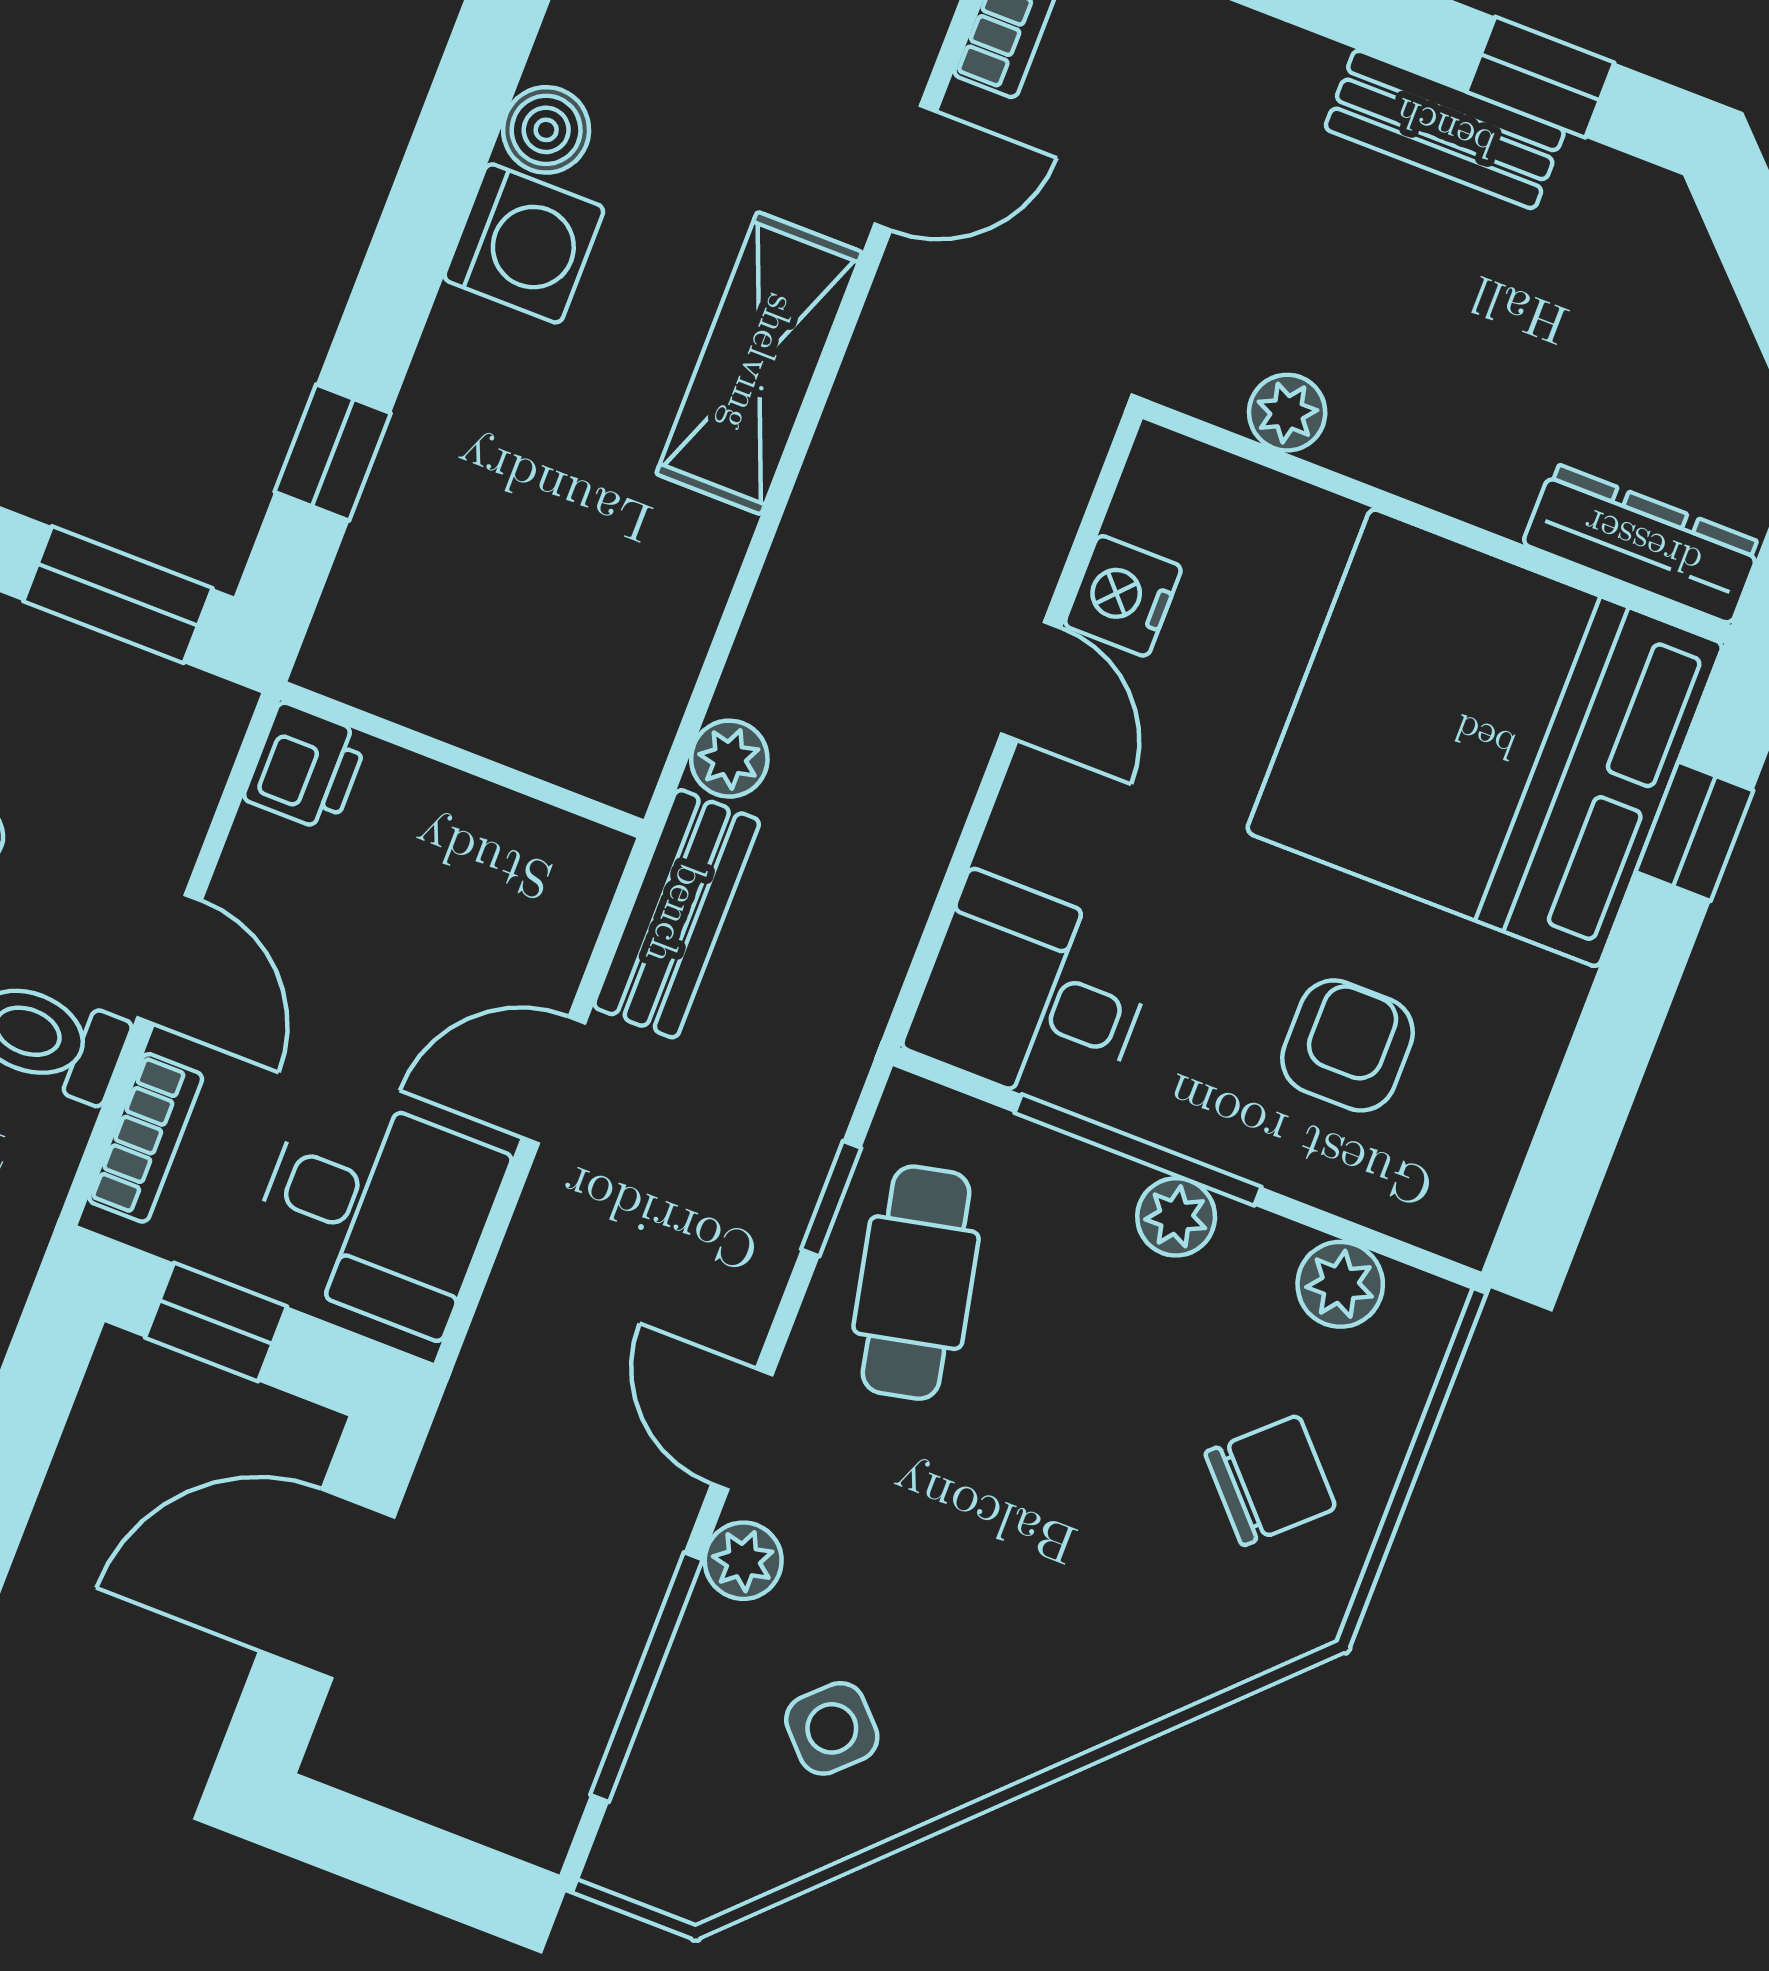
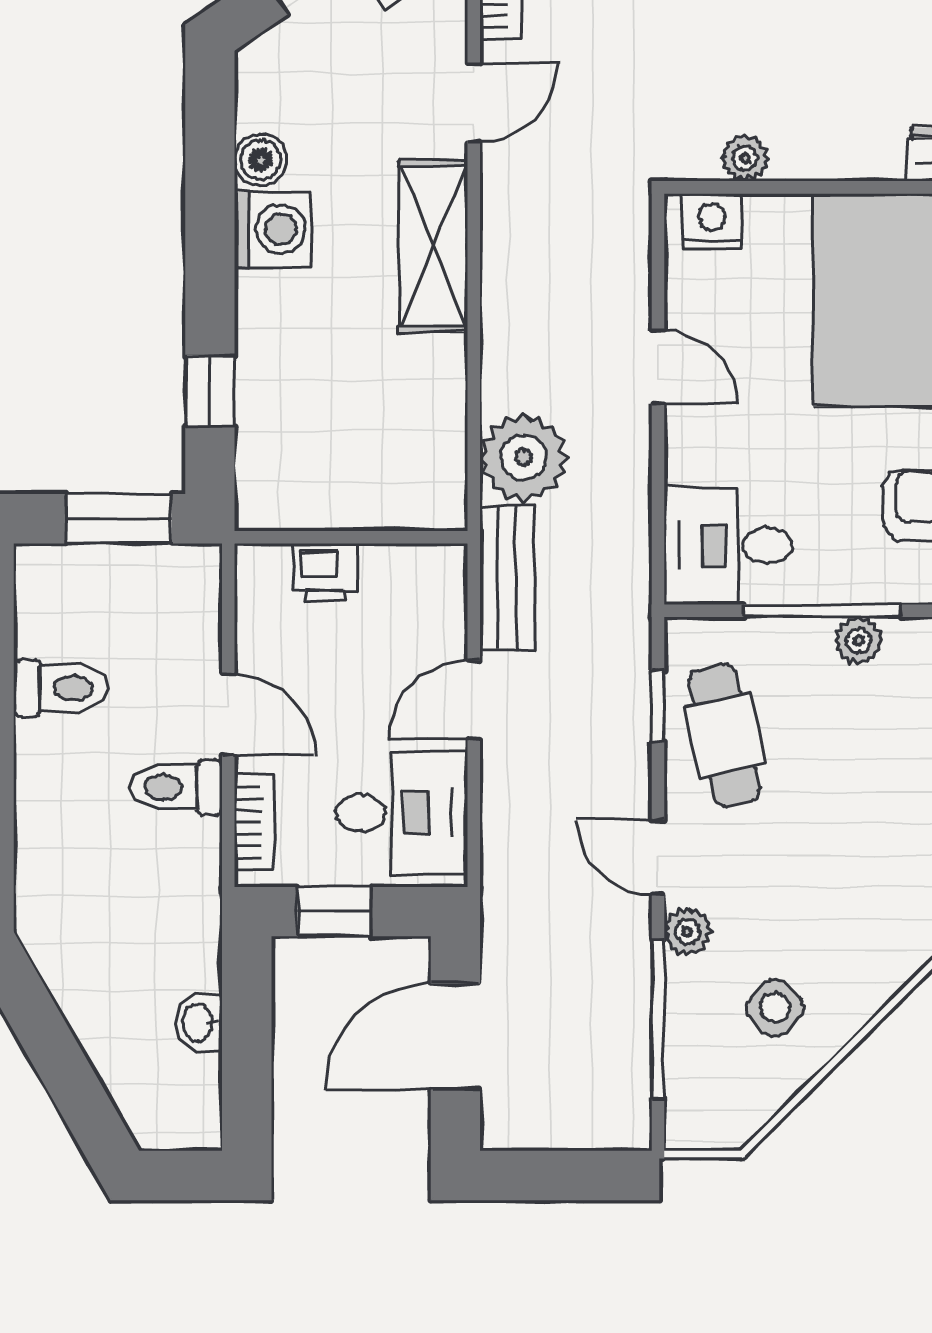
nightstand: (1123, 596) -> (712, 221), moved, turned 90
plant: (729, 759) -> (524, 457), width x1.88, depth x1.88
printer: (306, 767) -> (325, 573), moved, turned 90

